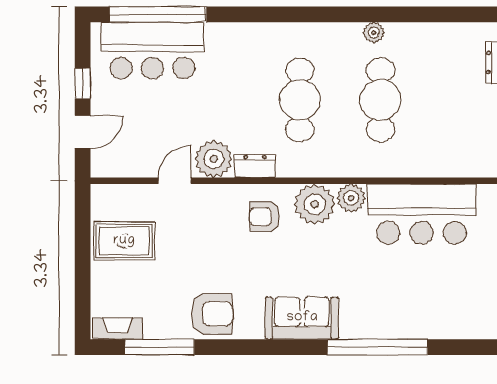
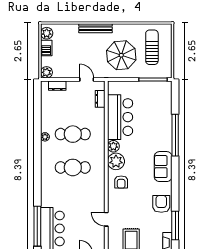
plant: (214, 159) -> (97, 203), removed
dresser: (255, 166) -> (100, 99), moved

